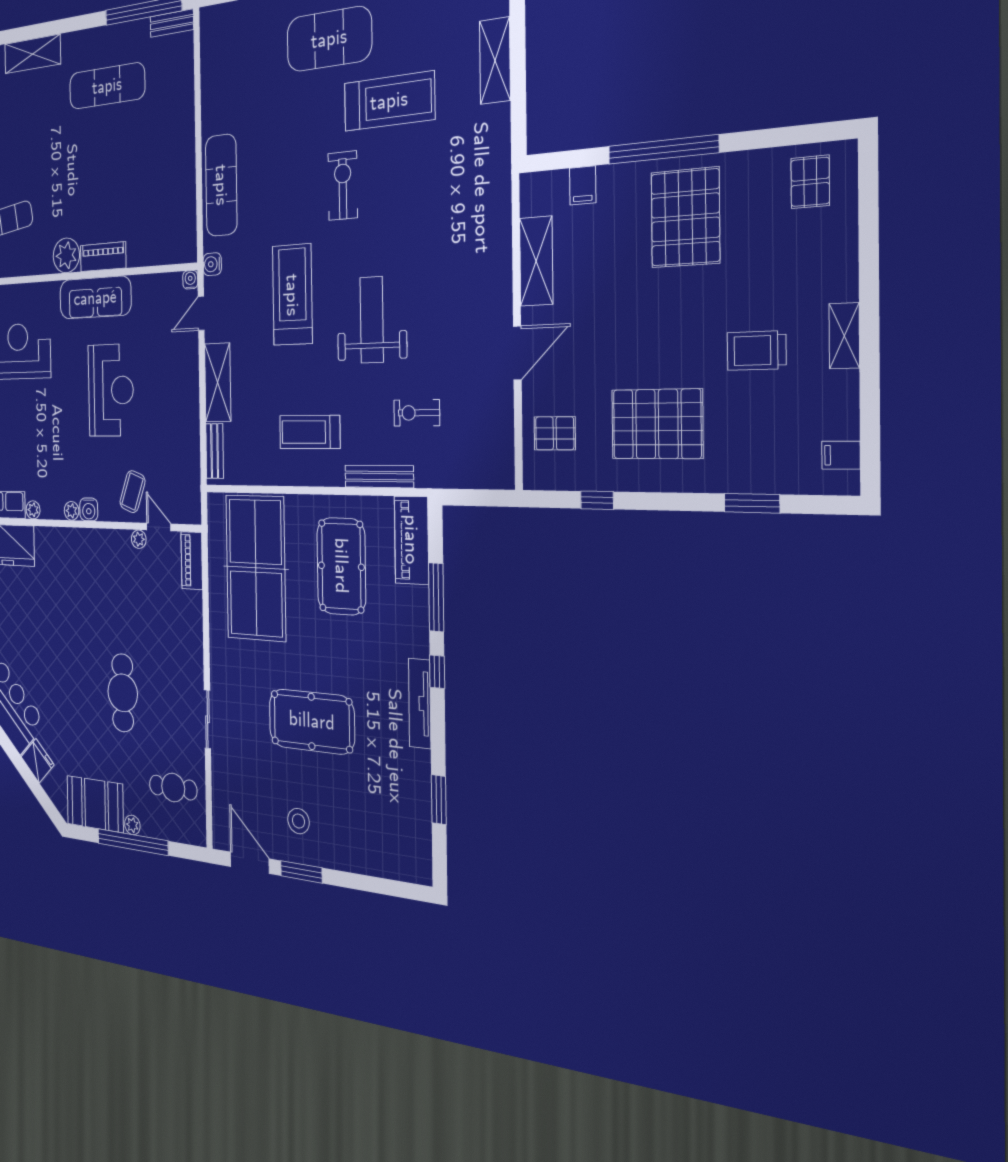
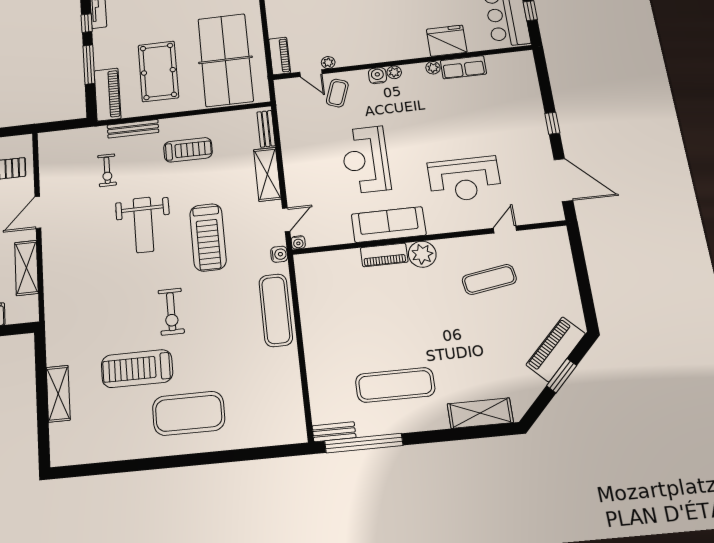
exercise bike: (417, 413) -> (107, 170), turned 90

